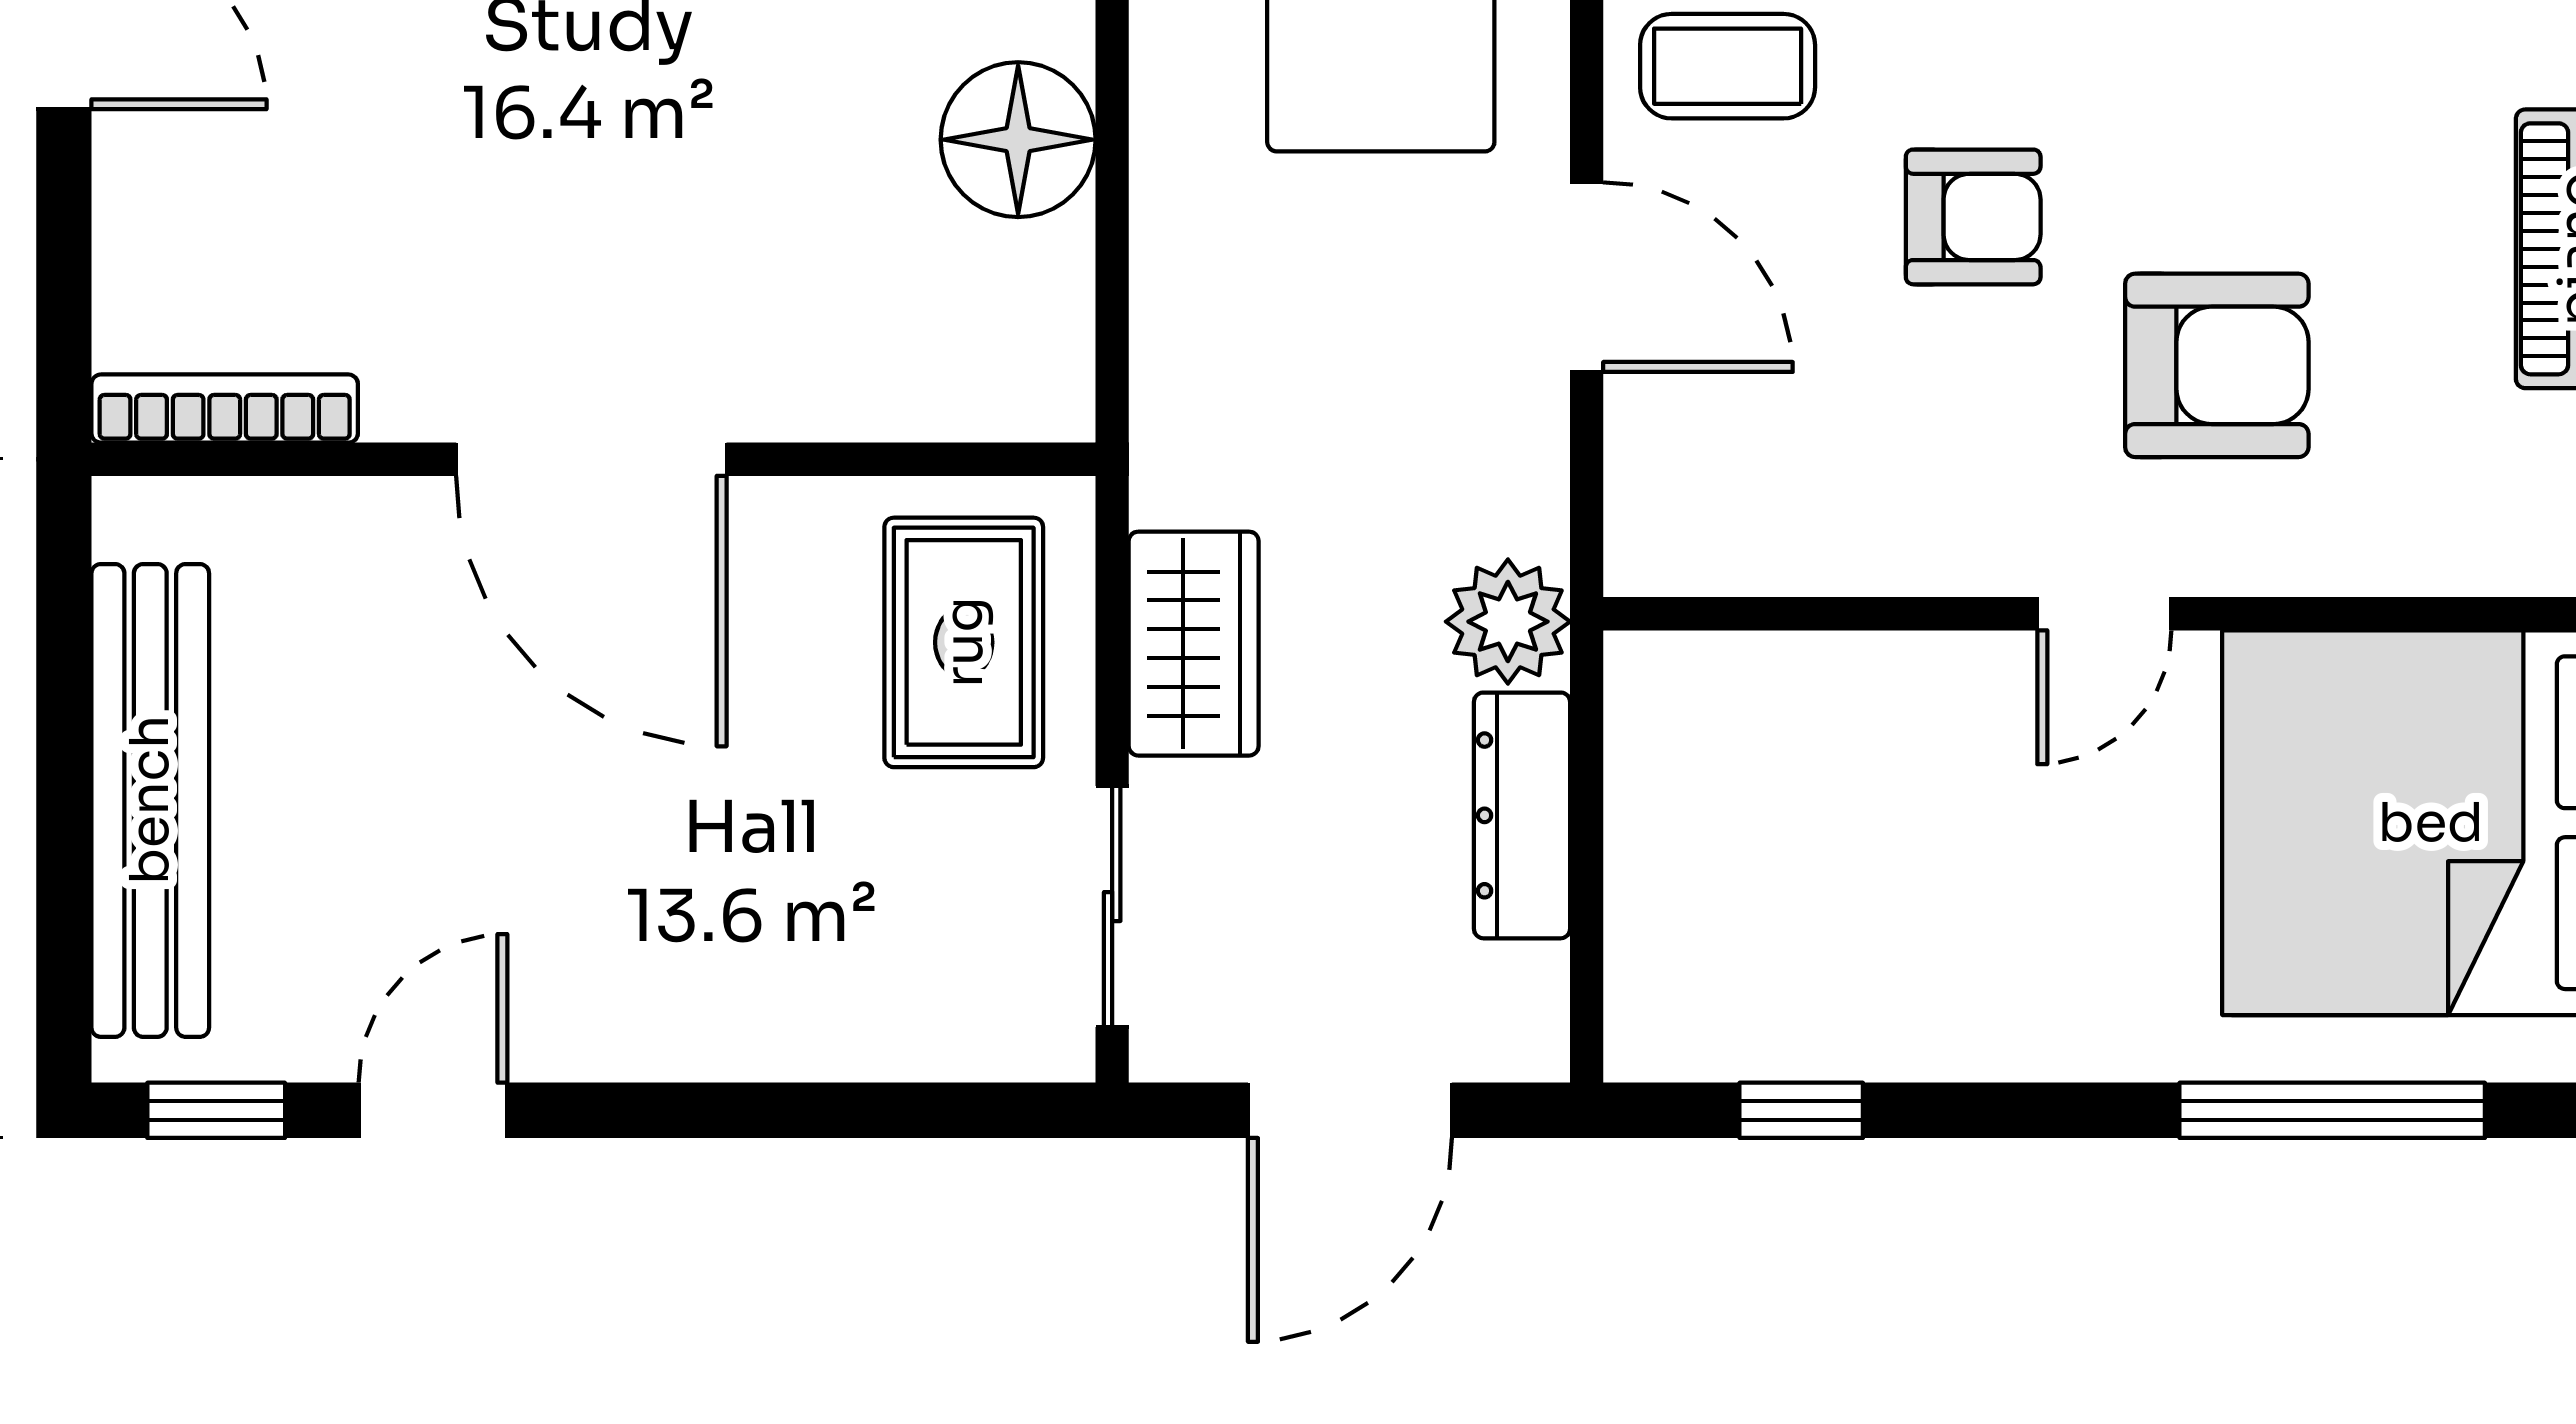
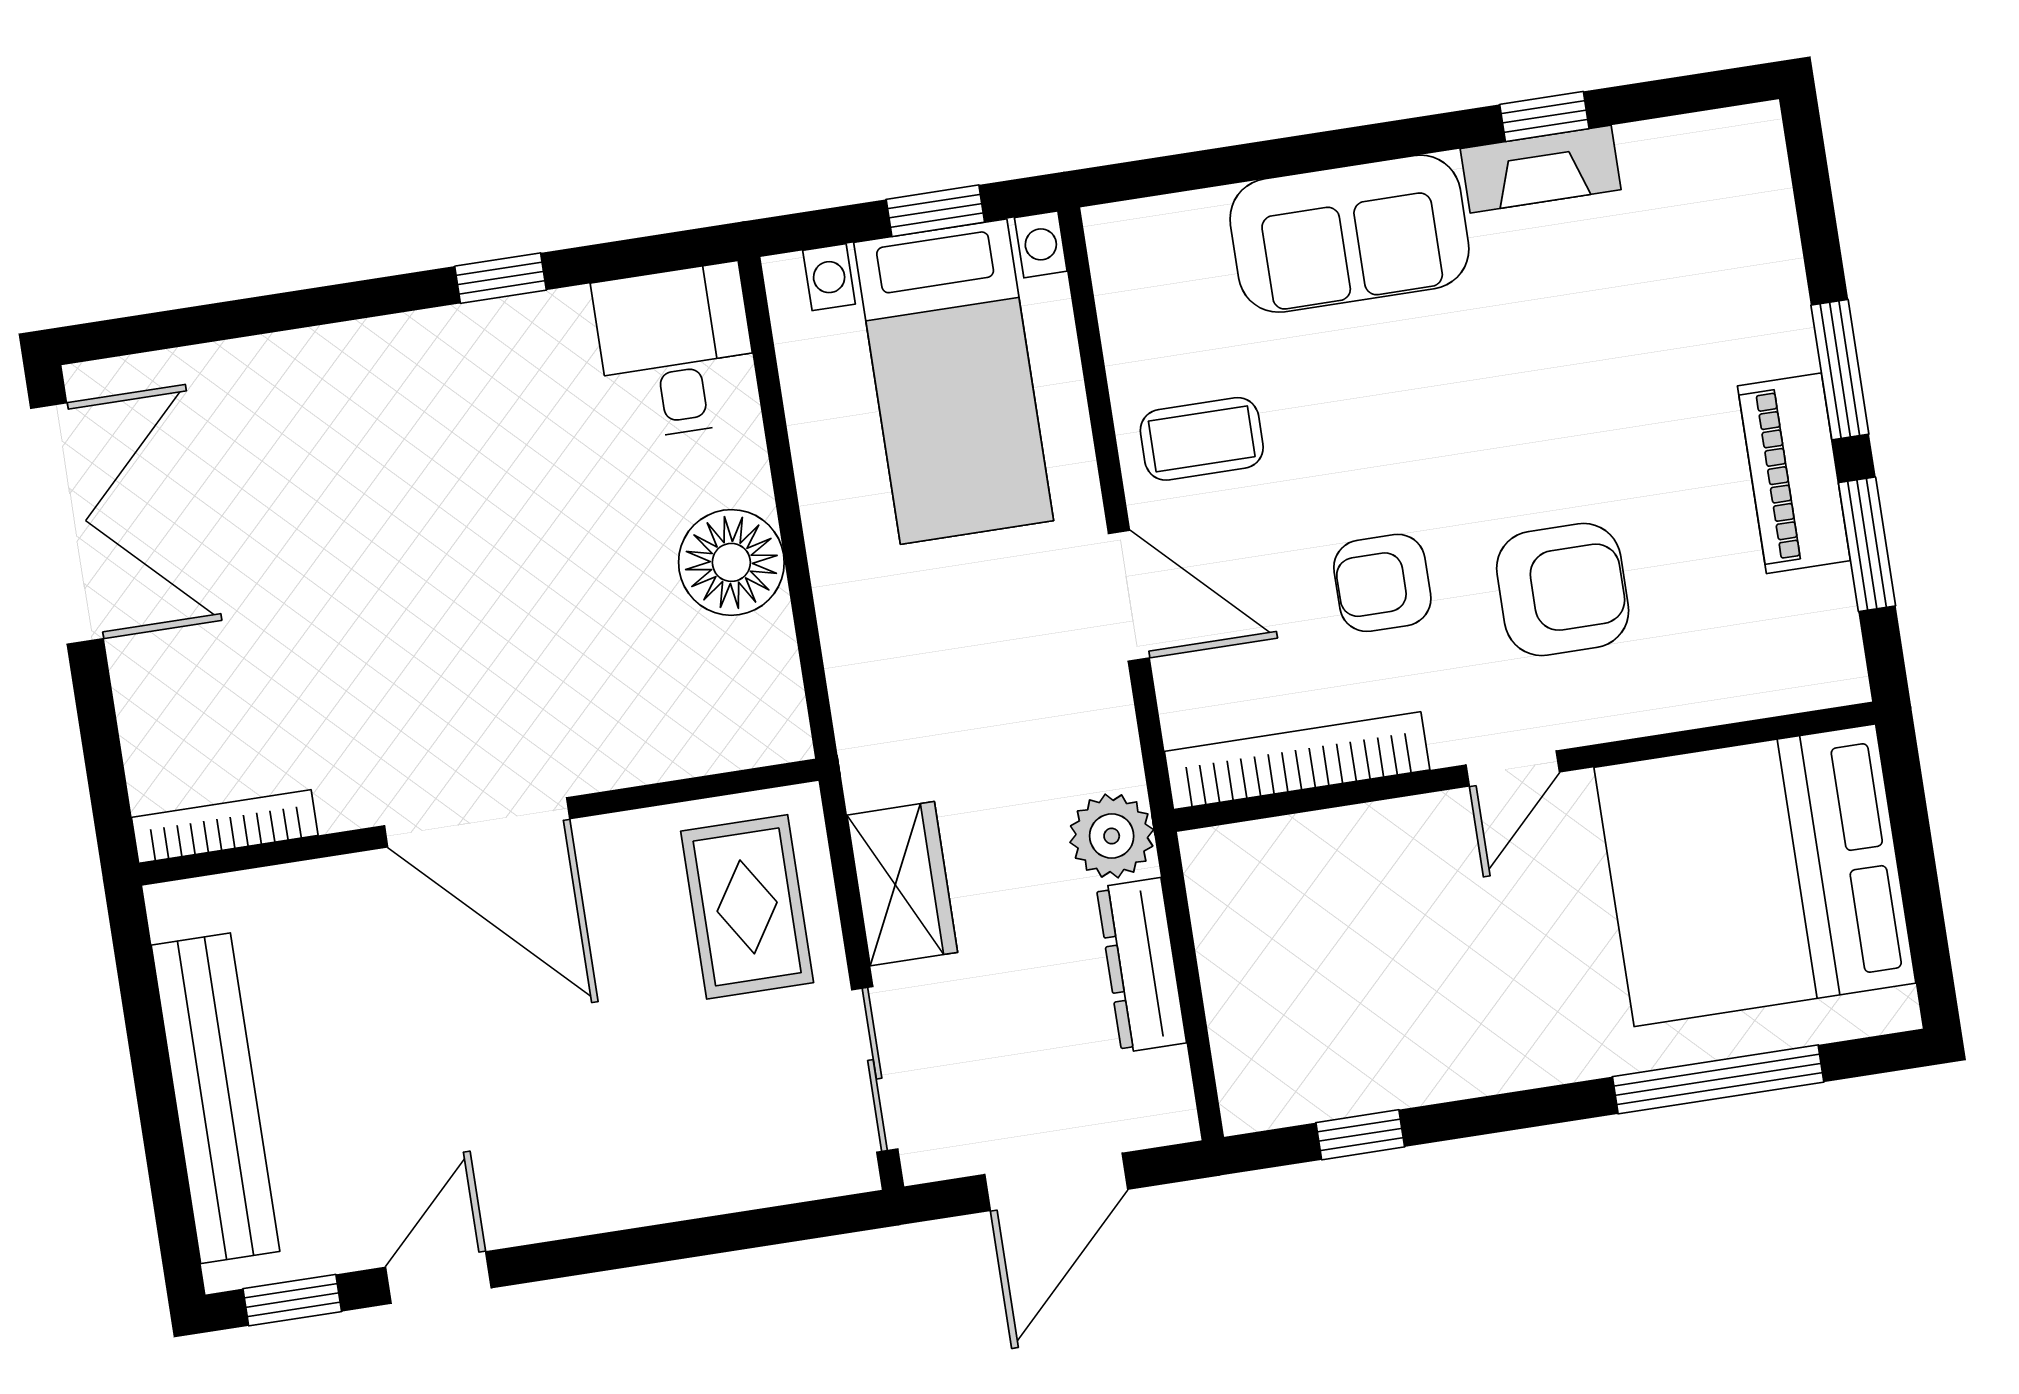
armchair: (1973, 217) -> (1382, 583), moved, turned 180
bookcase: (1794, 554) -> (1297, 761), added

